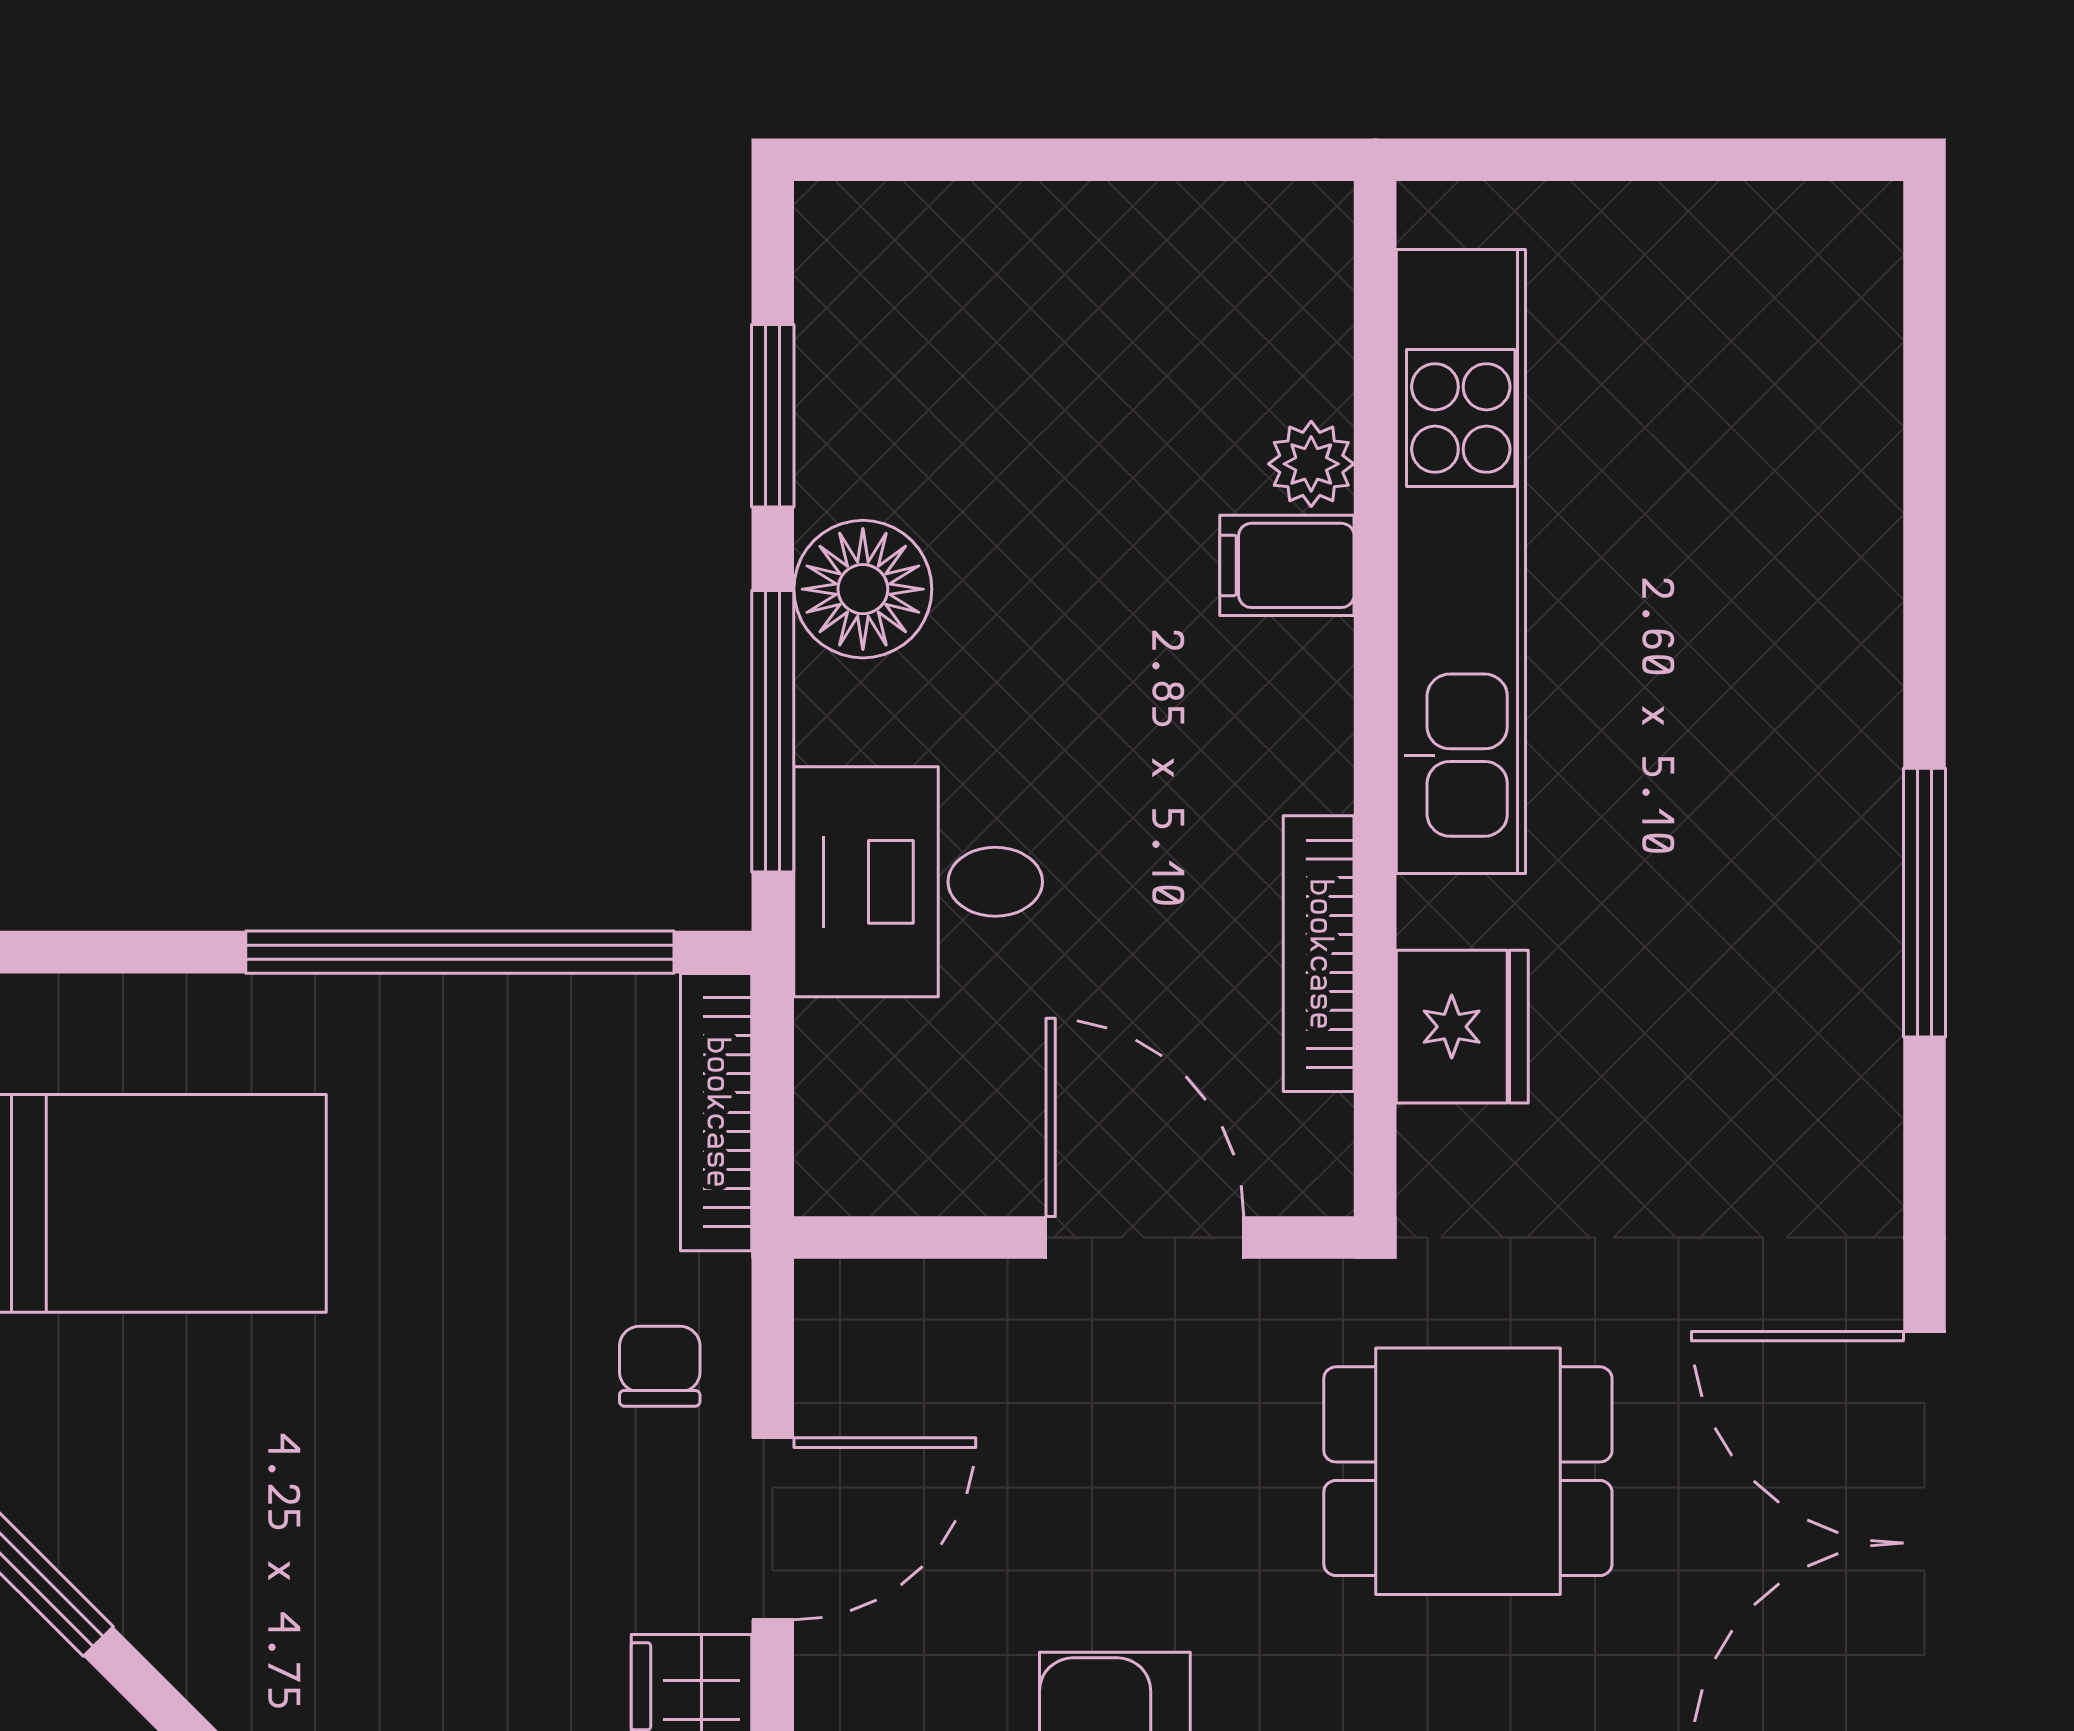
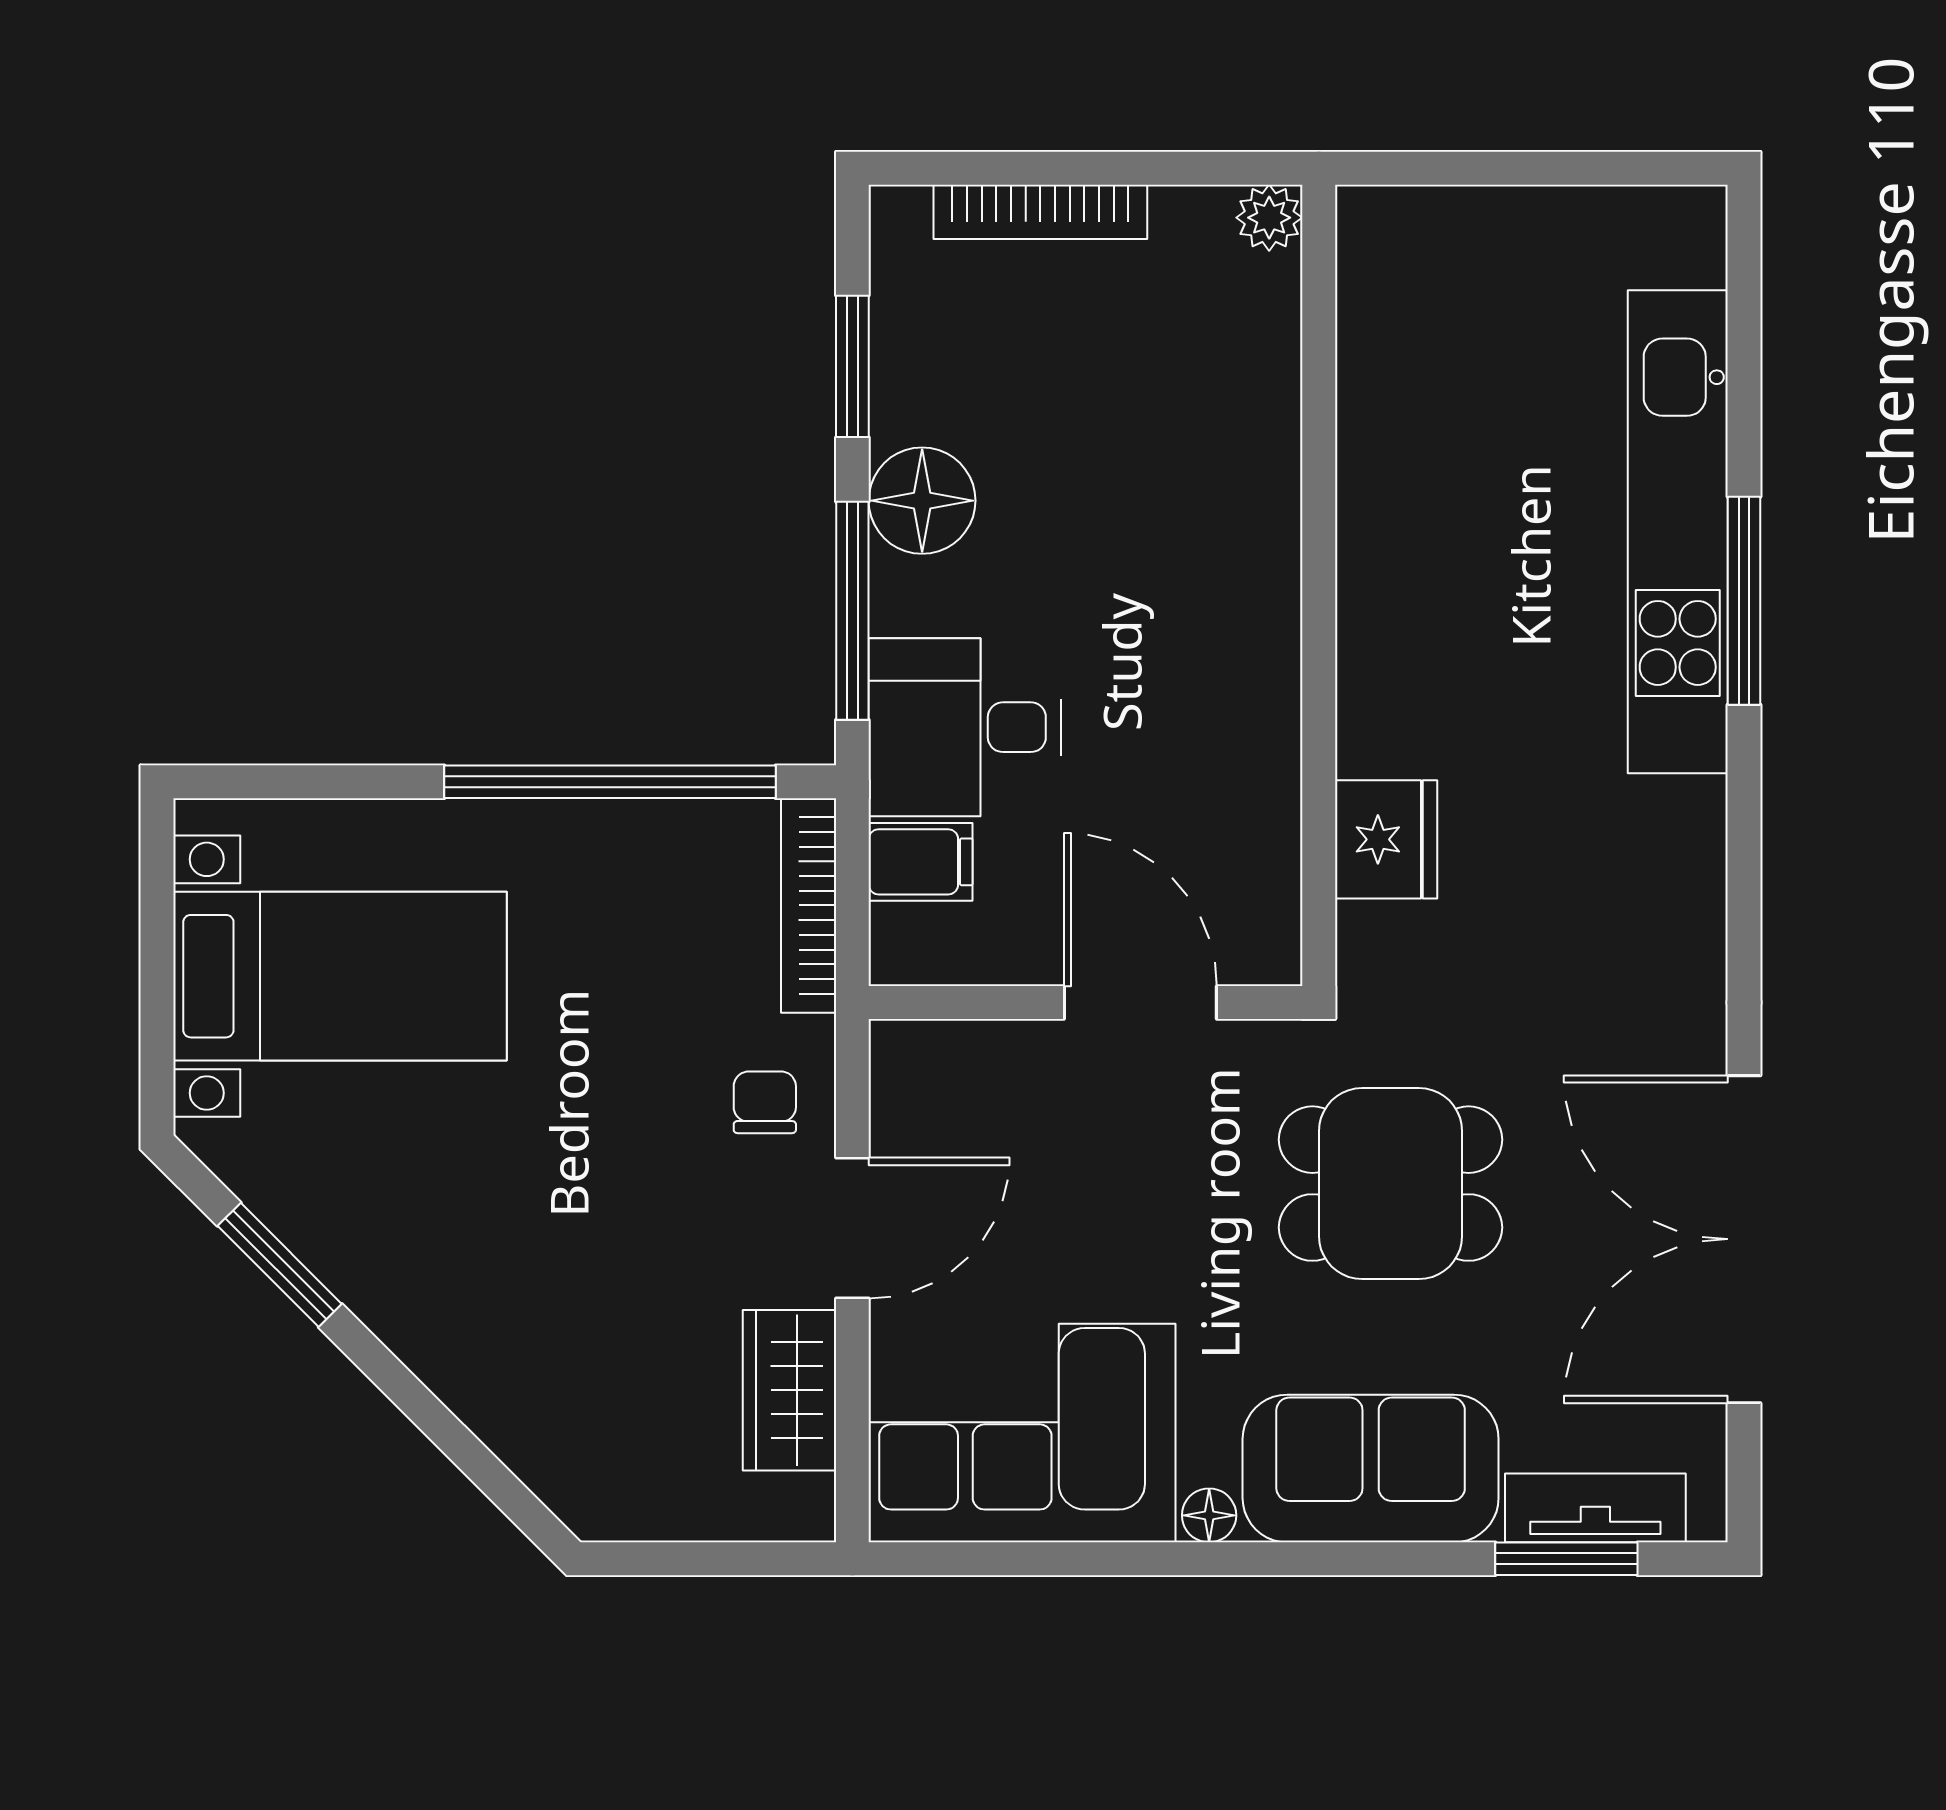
plant: (1311, 464) -> (1269, 218), moved
kitchen unit: (1461, 562) -> (1678, 532), moved, turned 180
filing cabinet: (1287, 565) -> (921, 862), moved, turned 180
window: (1925, 903) -> (1744, 601), moved
bookcase: (1319, 954) -> (1040, 212), moved, turned -90

